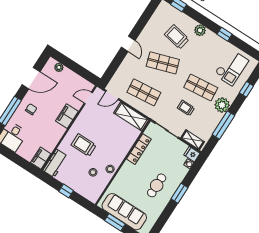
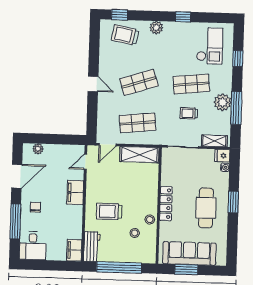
trolley: (177, 37) -> (125, 35), moved
plant: (222, 105) -> (223, 102), moved
locker: (139, 149) -> (166, 204), moved
cafe table: (157, 185) -> (206, 208), width x1.37, depth x1.35
window: (66, 191) -> (119, 267), width x3.17

